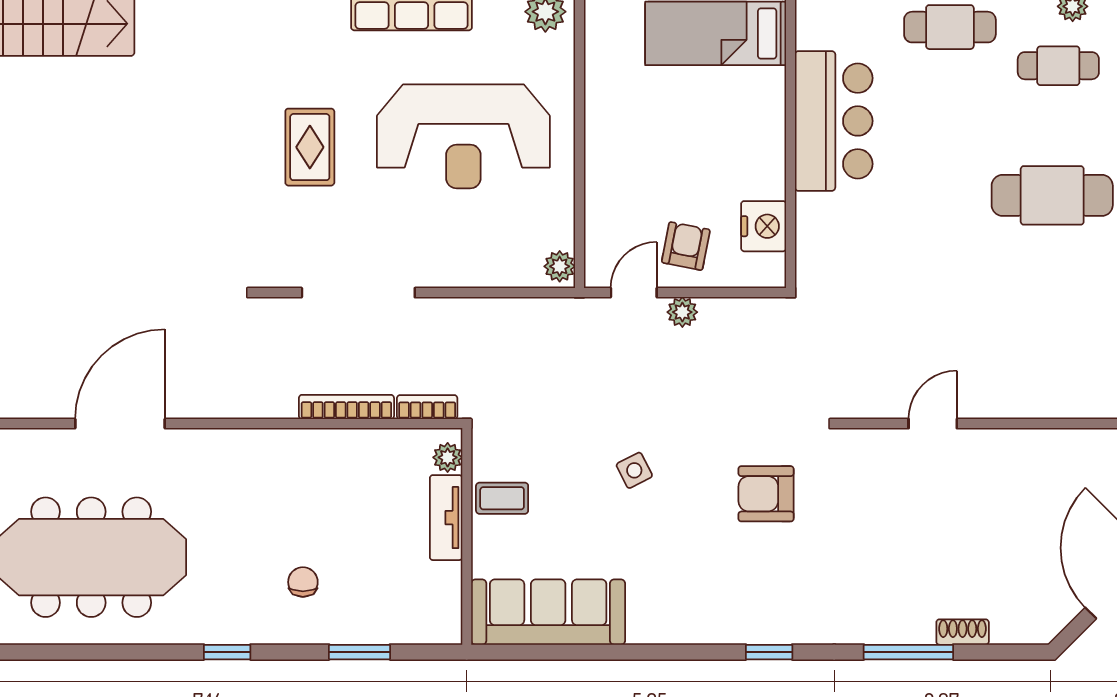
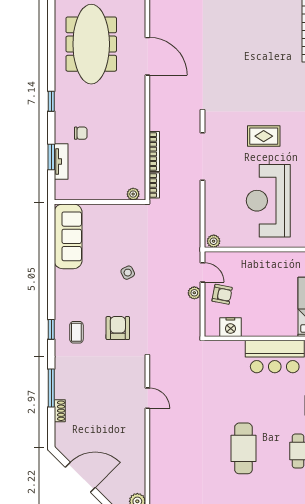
coffee table: (502, 498) -> (76, 332), moved
tv unit: (446, 518) -> (61, 162), moved, turned 90

